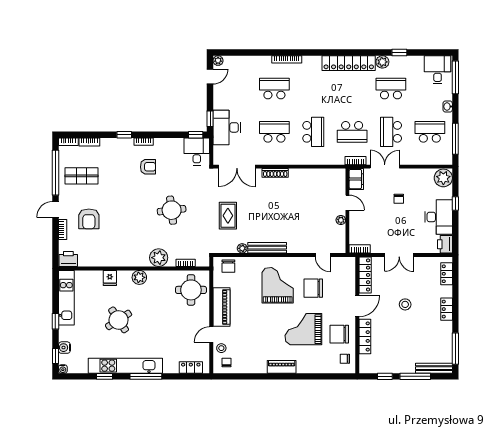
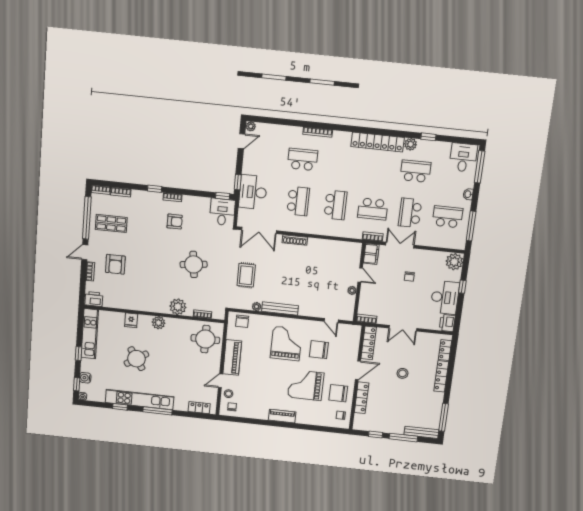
school desk: (274, 132) -> (298, 201), turned 90
locker: (447, 309) -> (441, 376), width x1.53

